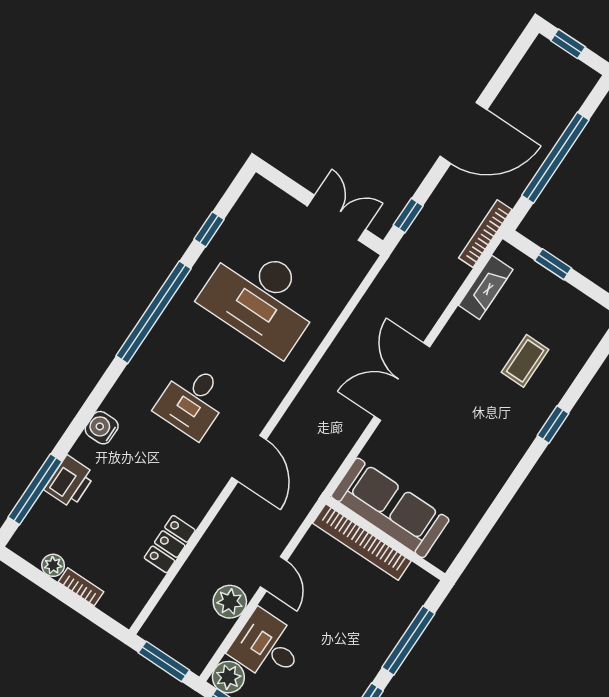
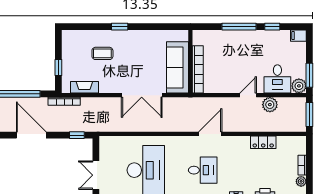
double door: (336, 218) -> (96, 175), moved
sofa: (390, 508) -> (178, 67), moved
wall: (385, 538) -> (190, 61), moved
bookcase: (362, 542) -> (198, 69), moved

